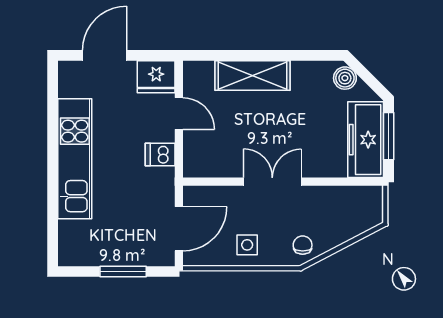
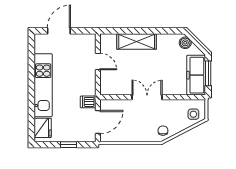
fridge: (156, 77) -> (43, 128), moved, turned -90
dishwasher: (160, 155) -> (88, 102), moved
side table: (247, 245) -> (193, 114), moved
window: (123, 271) -> (69, 145), width x0.67

